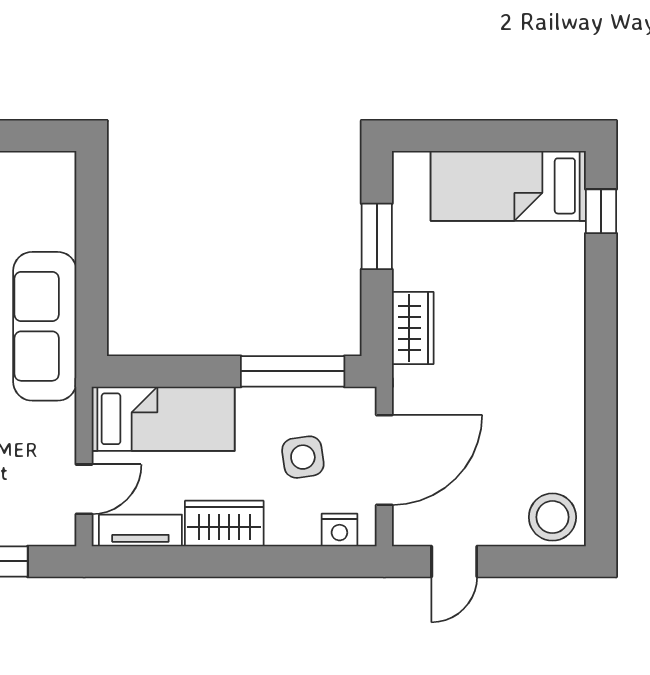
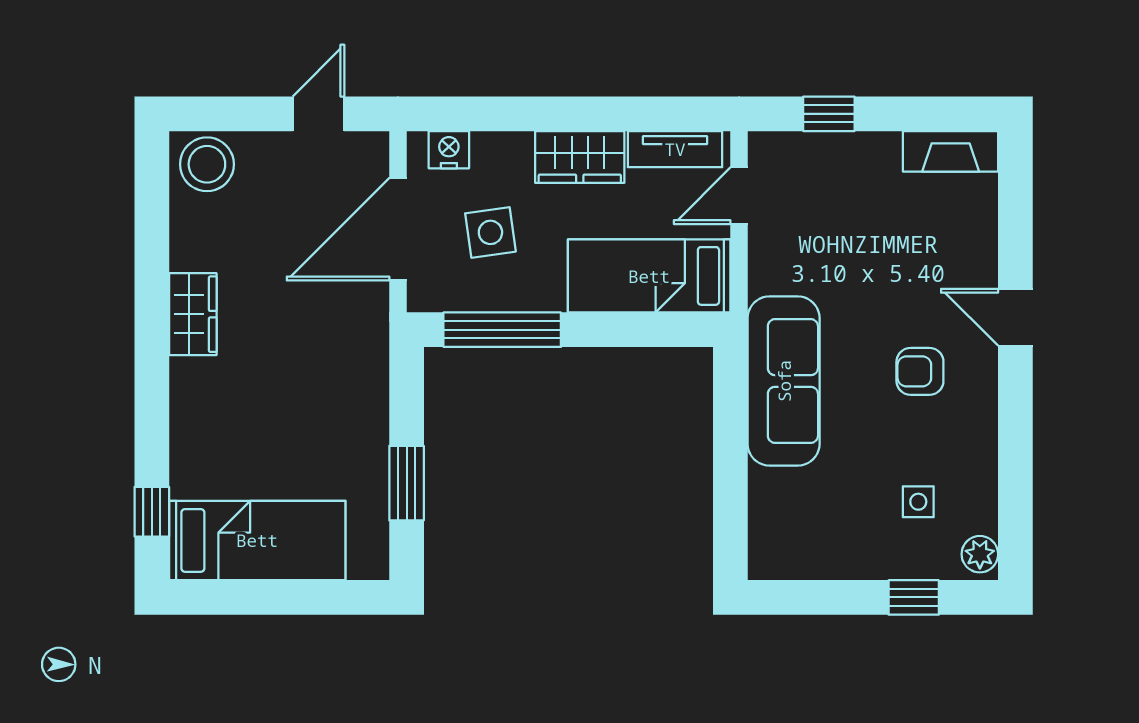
wardrobe: (413, 328) -> (193, 314), moved, turned 180

